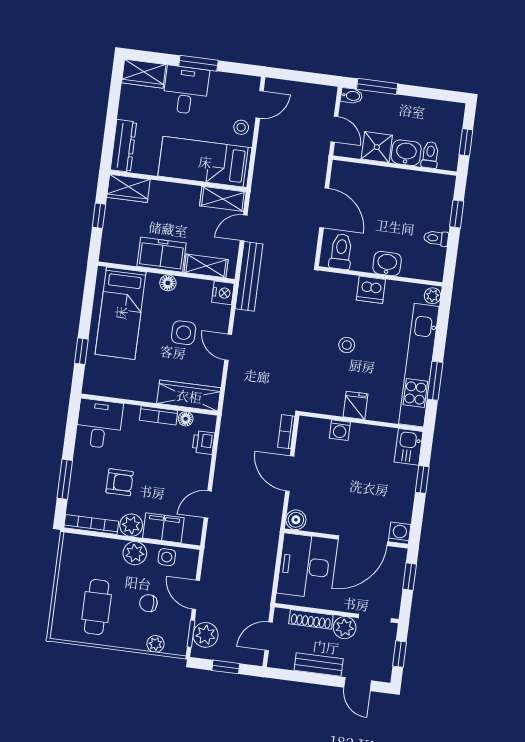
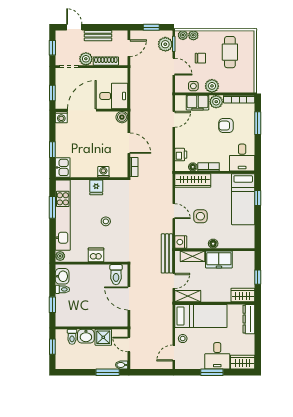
washbasin: (387, 264) -> (62, 276), moved, turned -90
bed: (121, 313) -> (243, 199), moved, turned 180
desk: (304, 566) -> (114, 96), width x0.73
plant: (174, 647) -> (183, 35), added

